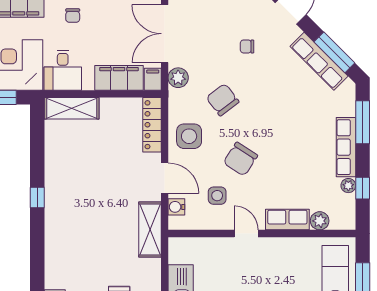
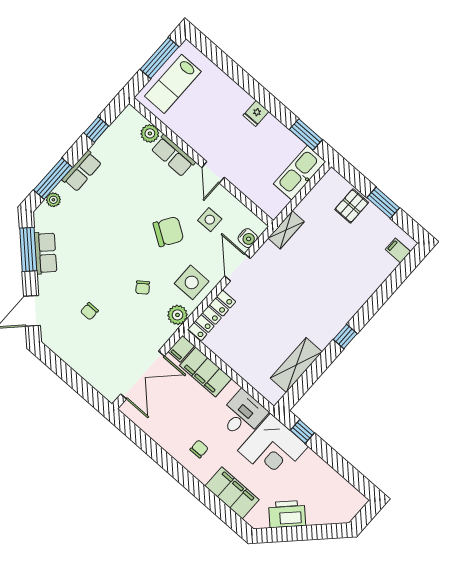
chair: (247, 46) -> (89, 311), turned 90
row of seats: (319, 61) -> (45, 253), width x0.68
plant: (178, 78) -> (178, 315), moved
chair: (223, 100) -> (143, 288), width x0.54, depth x0.54
shelving: (72, 108) -> (296, 365), moved, turned 90
row of seats: (346, 147) -> (82, 171), width x0.68
plant: (348, 186) -> (53, 200), moved
shelving: (150, 230) -> (286, 230), width x0.67, depth x0.75

